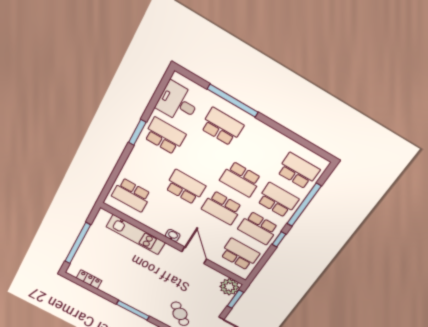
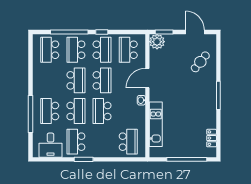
school desk: (203, 158) -> (76, 111), added

